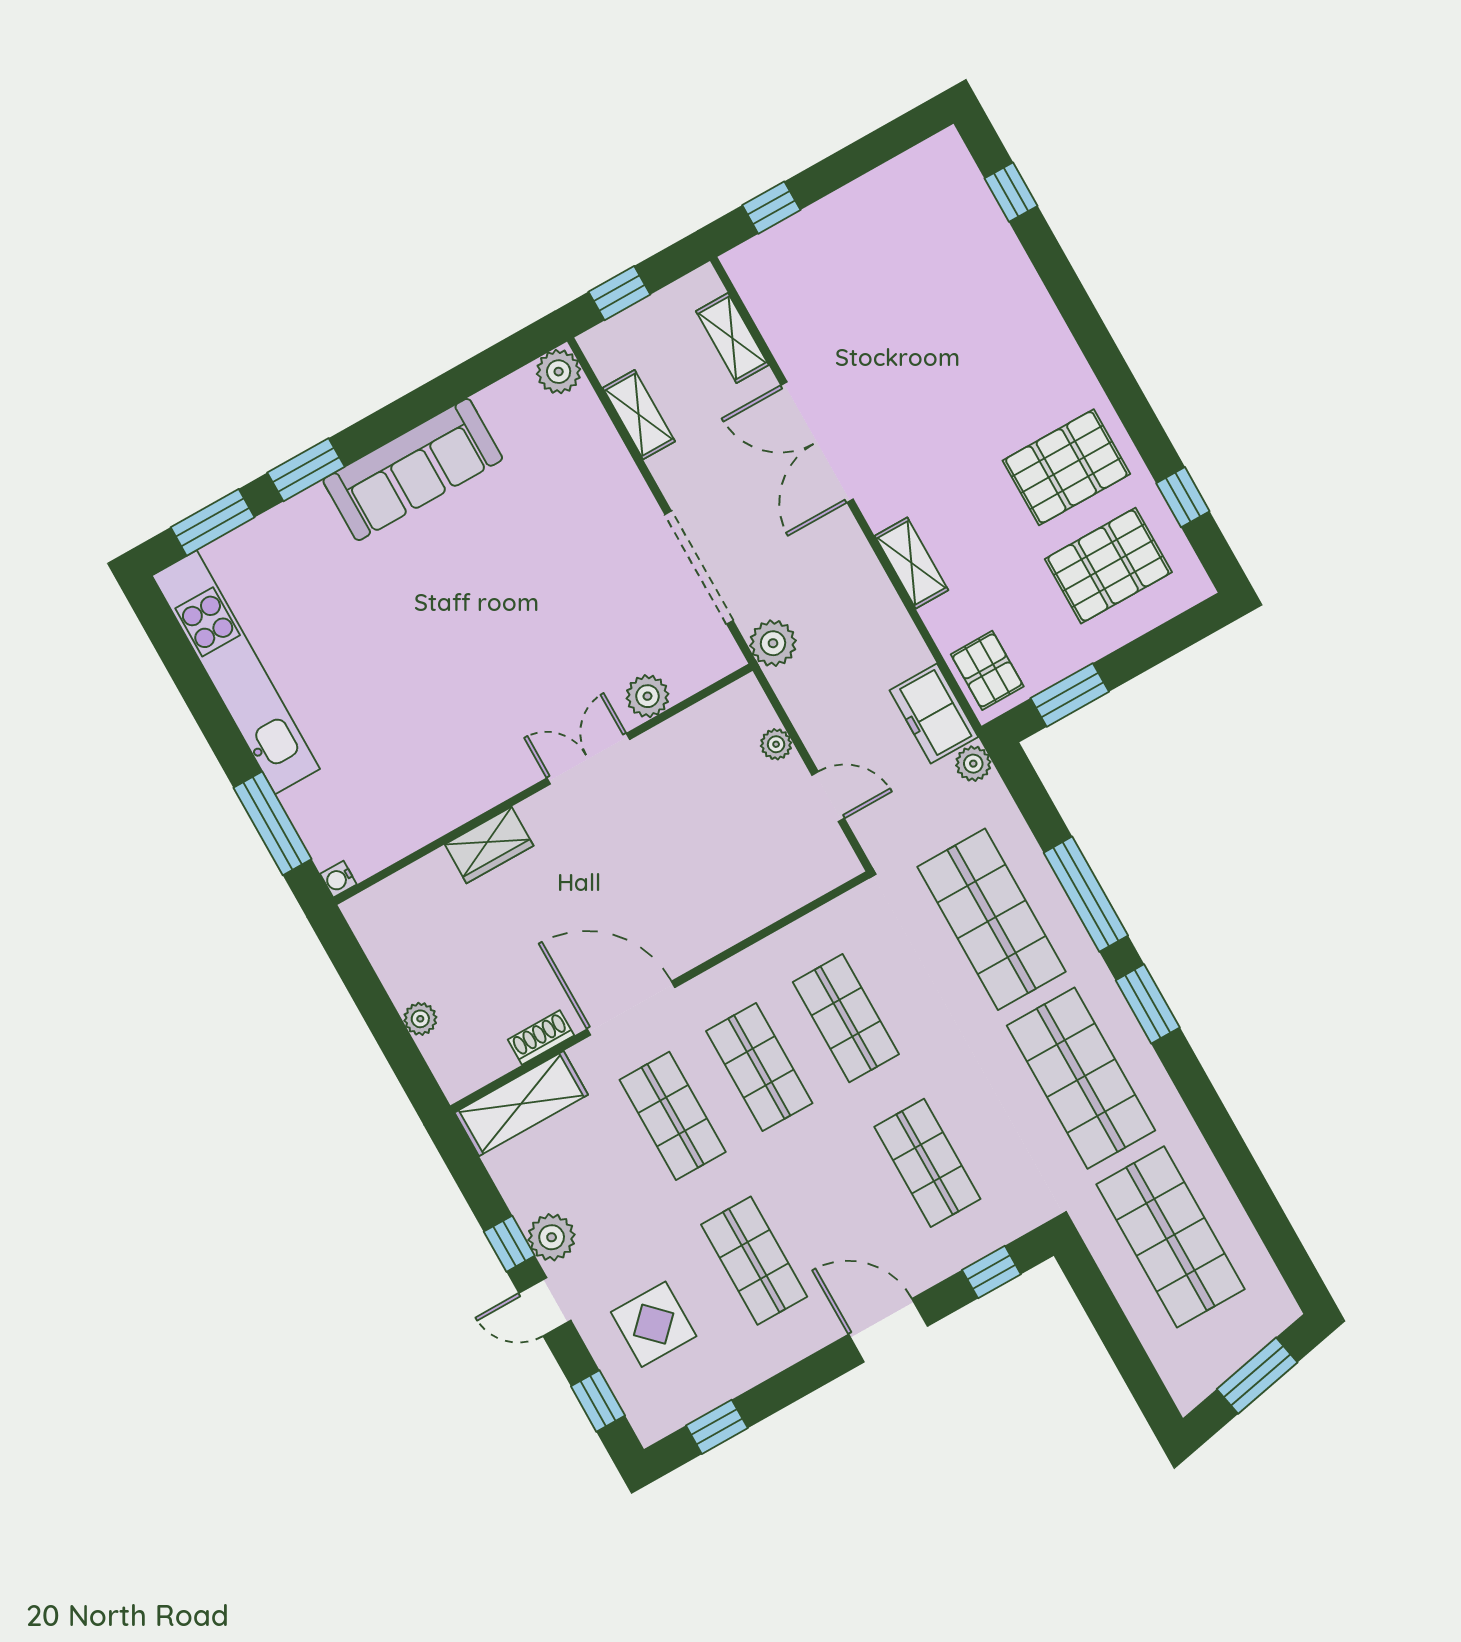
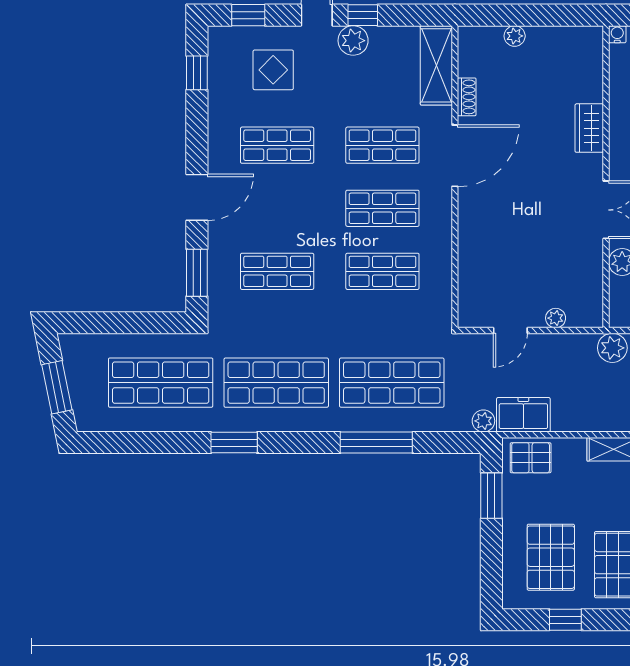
window: (1148, 1004) -> (234, 443), moved
window: (991, 1272) -> (197, 273), width x1.50

